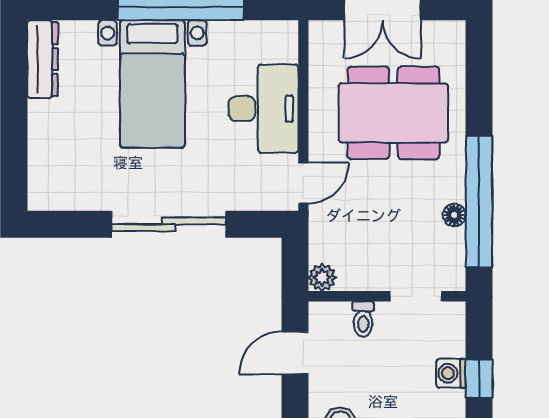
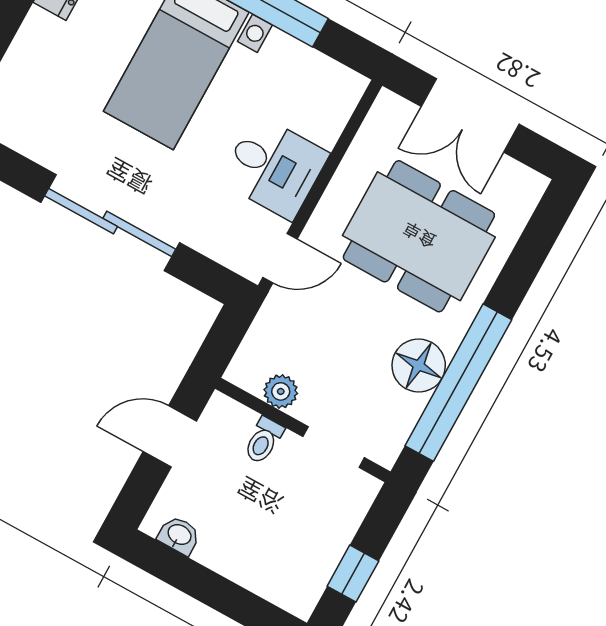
desk: (264, 109) -> (274, 167), width x0.73
floor lamp: (454, 215) -> (419, 365), width x1.89, depth x1.89
plant: (322, 277) -> (281, 391), moved
washing machine: (451, 373) -> (326, 551), removed

